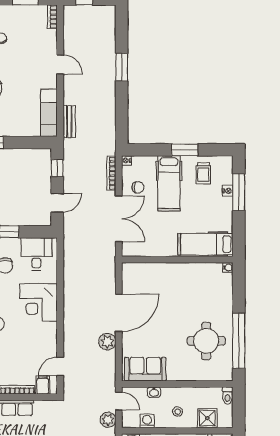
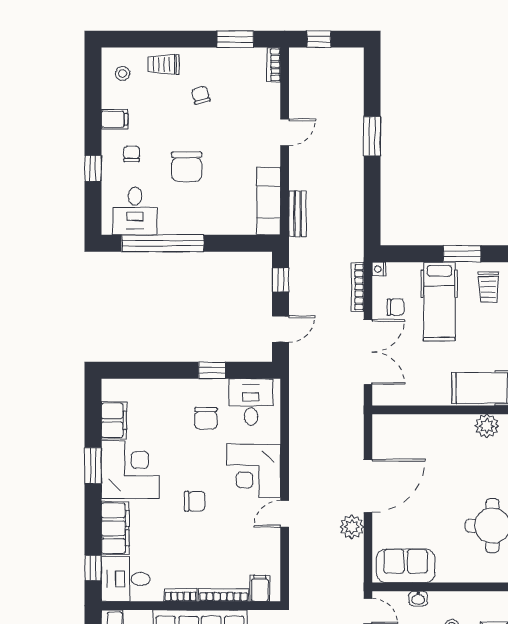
door: (60, 64) -> (285, 132), hinge flipped
plant: (202, 271) -> (487, 426), added
door: (60, 366) -> (285, 514), moved

